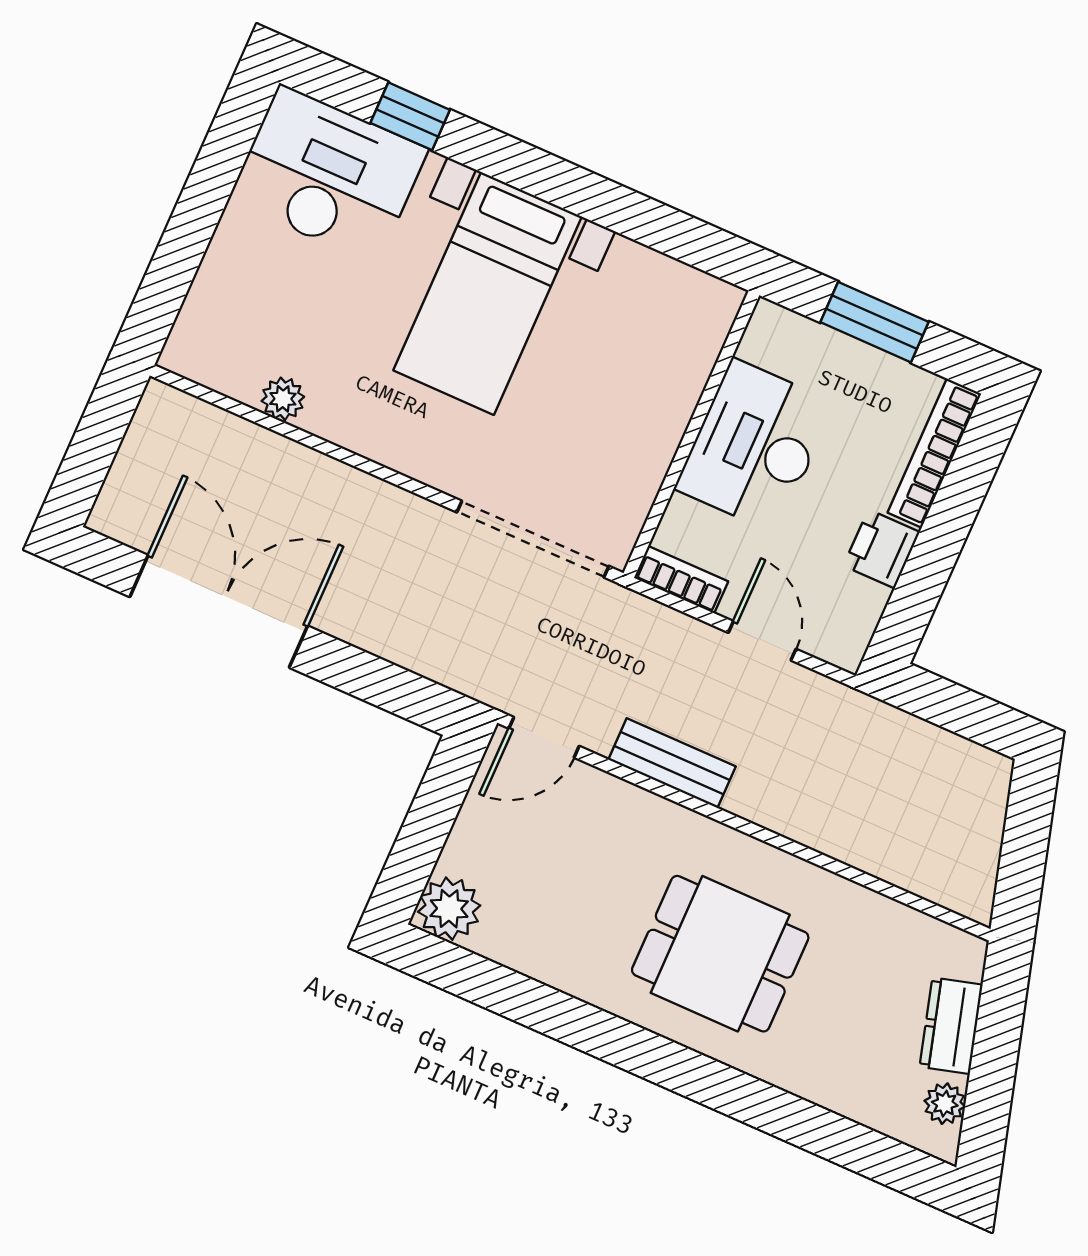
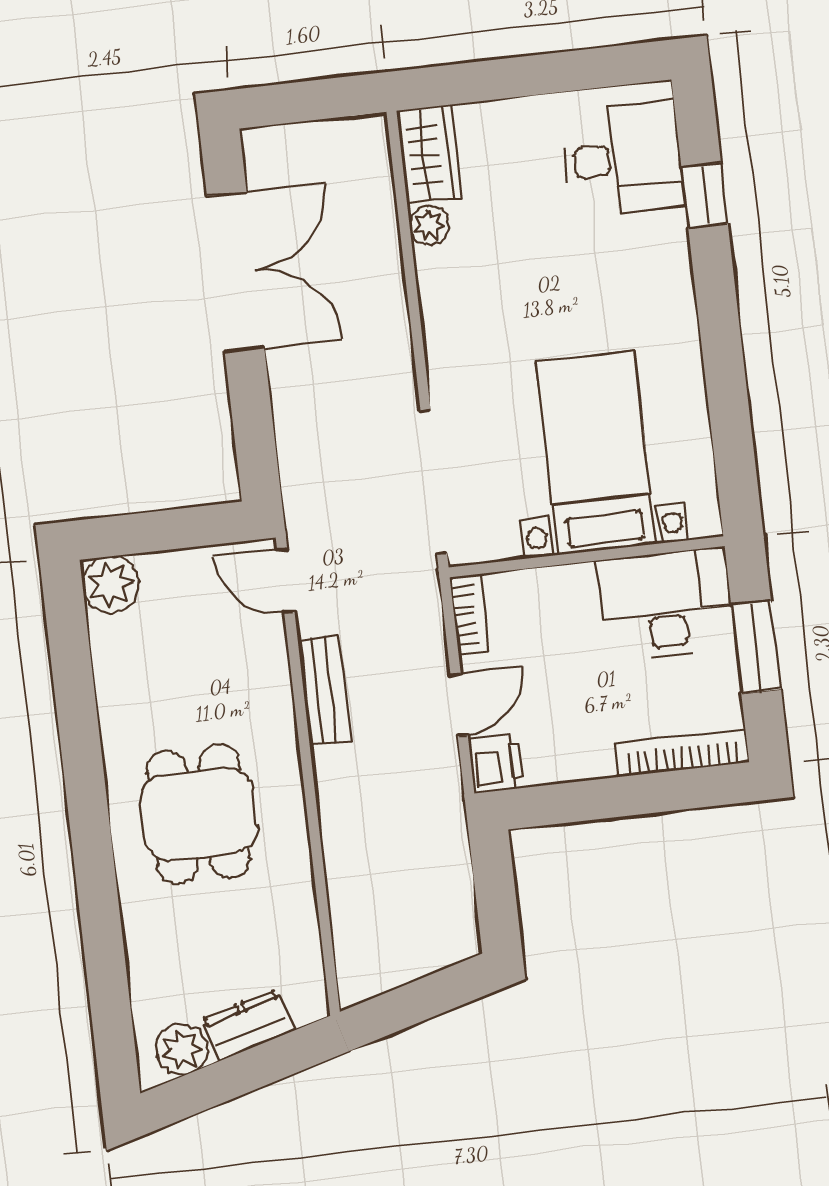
desk: (328, 175) -> (623, 159), width x0.73
bed with nightstands: (487, 293) -> (596, 453), moved, turned 90
wardrobe: (215, 359) -> (429, 154), added
desk: (755, 446) -> (666, 604), moved
printer: (882, 549) -> (496, 763), moved, turned 90
plant: (945, 1104) -> (182, 1049), width x1.38, depth x1.38

